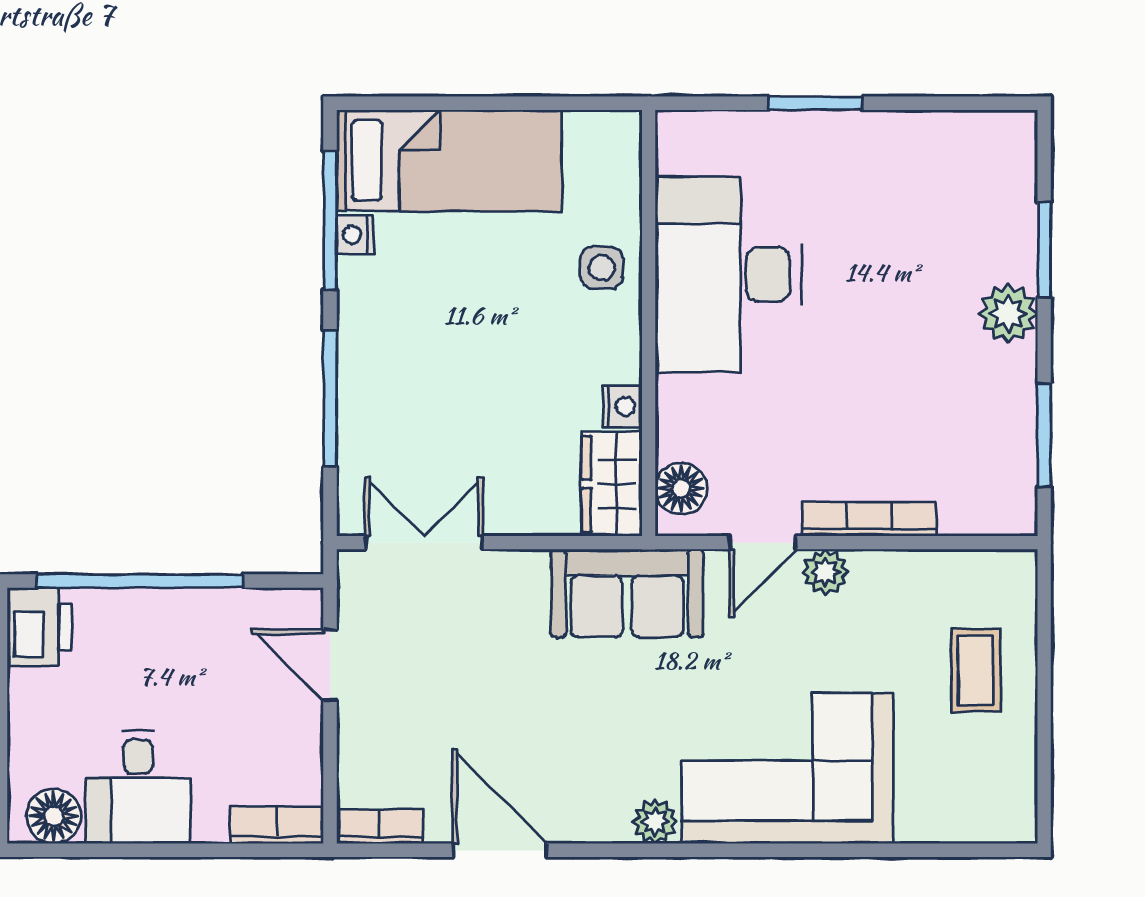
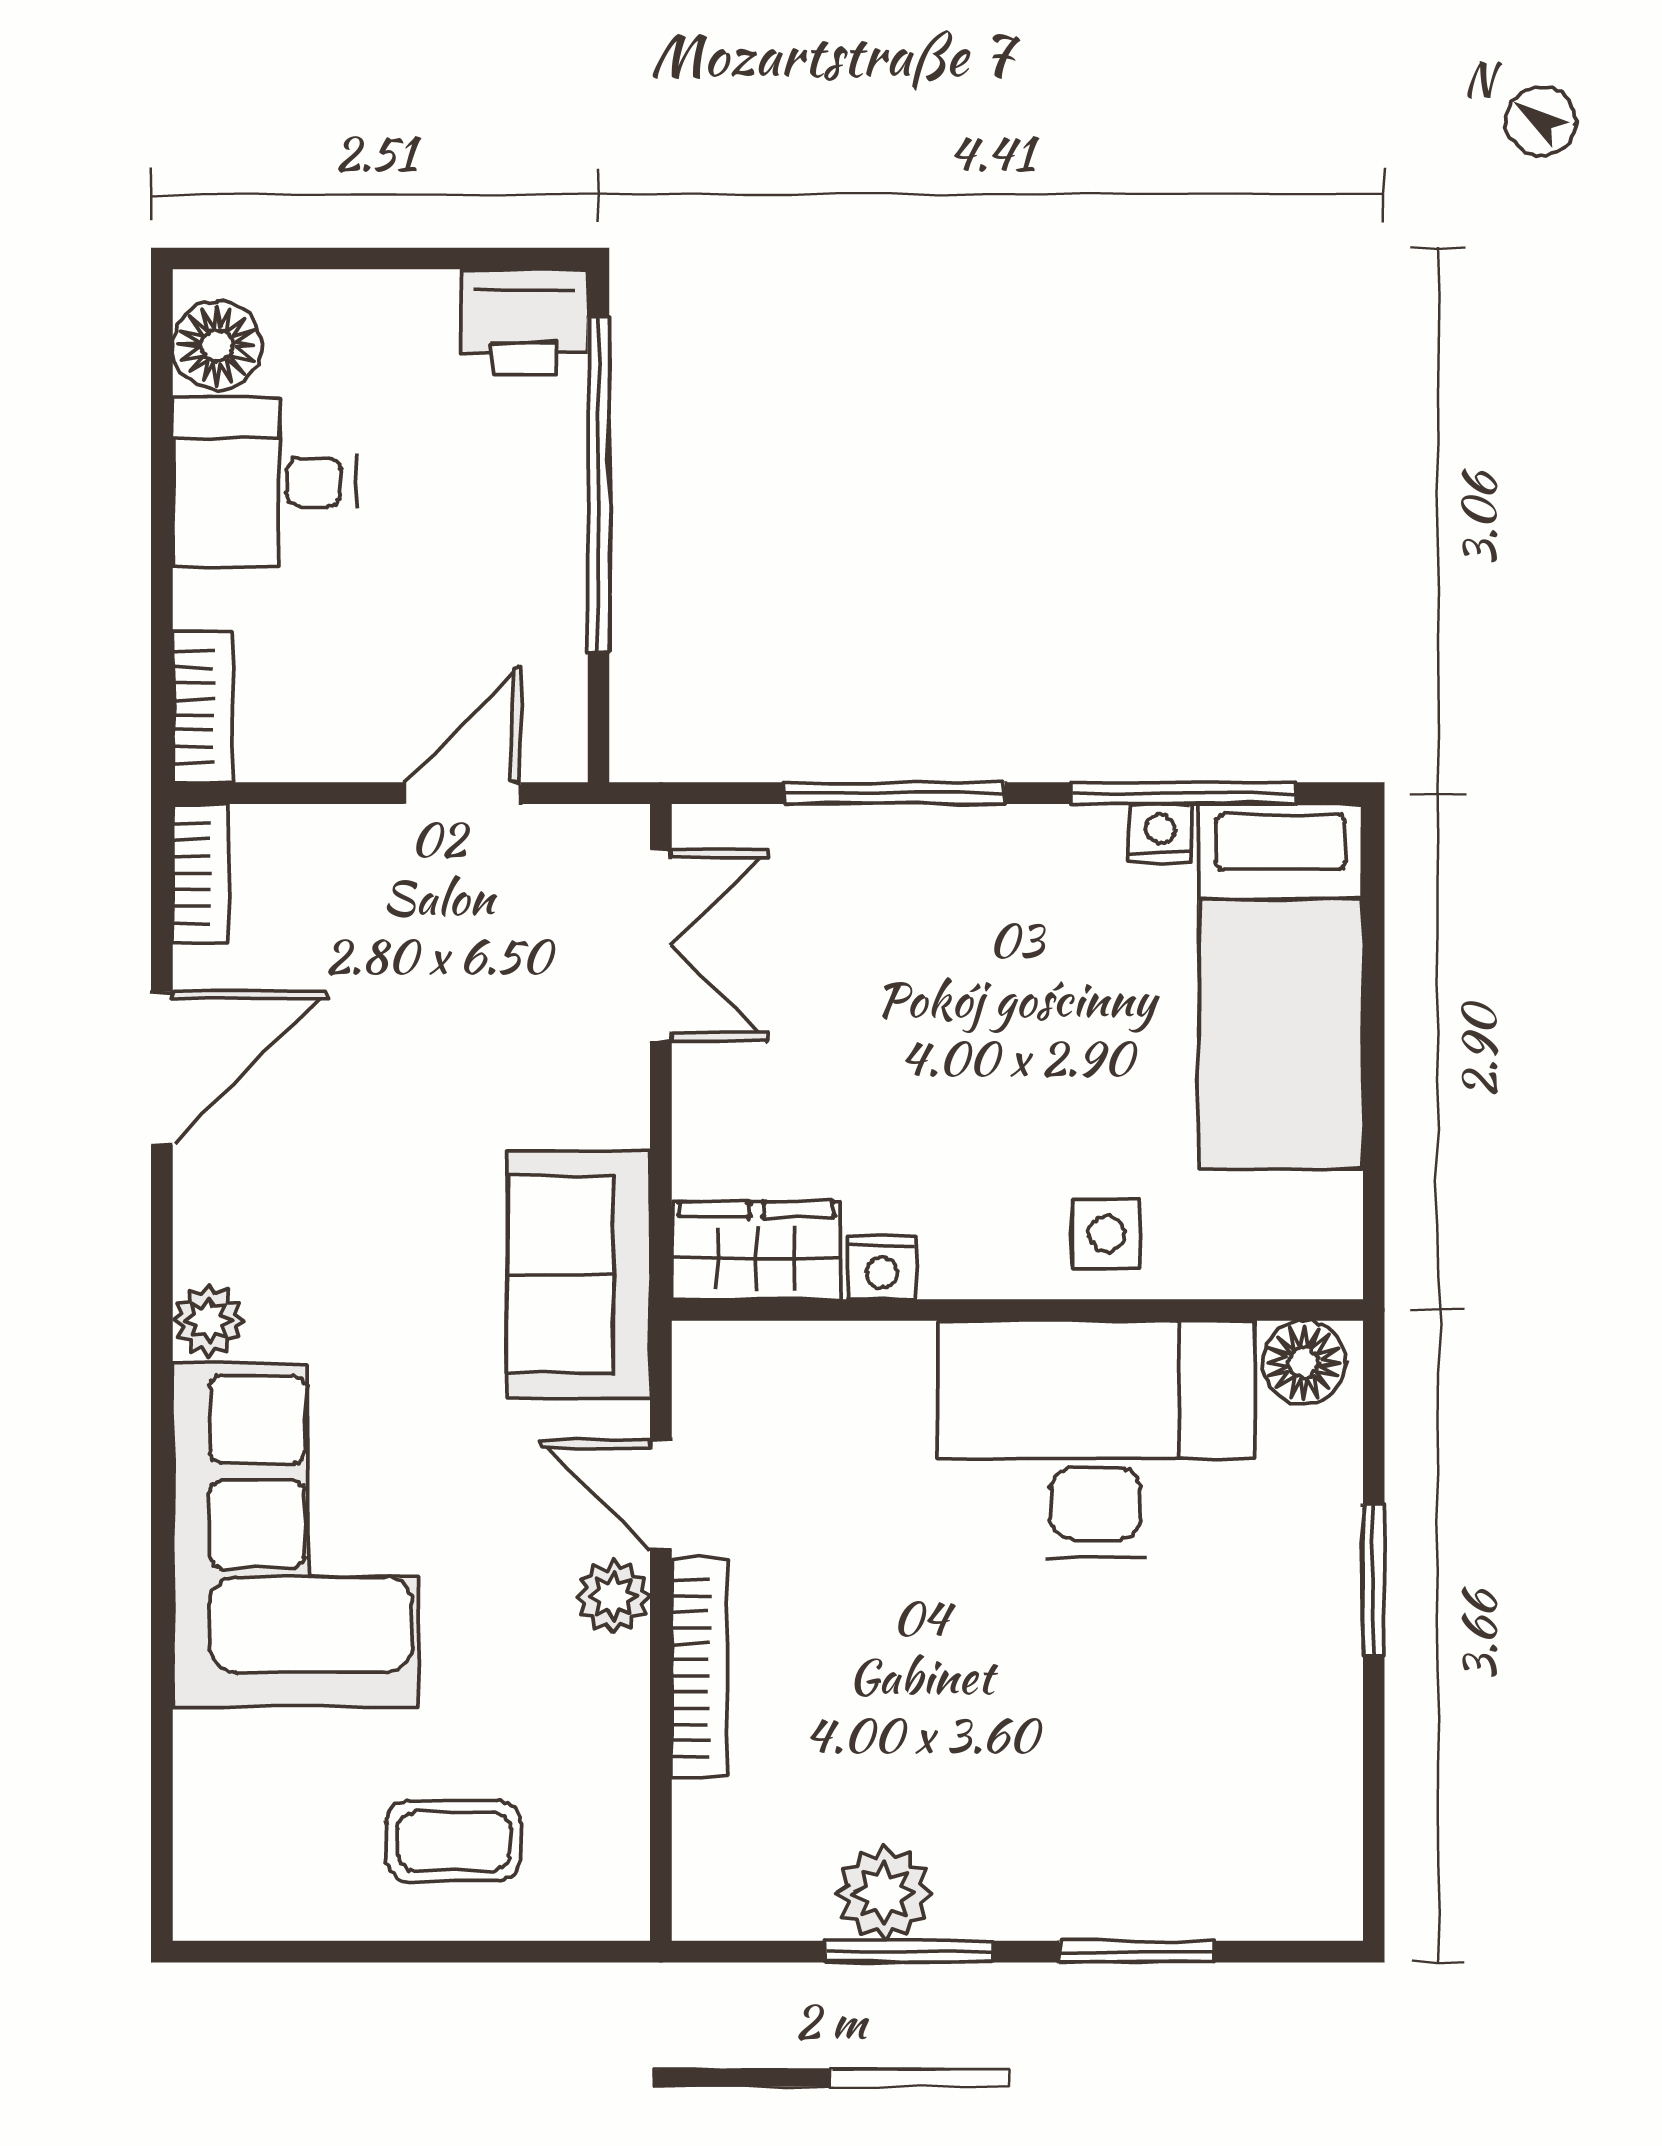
plant: (1008, 314) -> (884, 1893), moved
window: (1044, 435) -> (909, 1952), moved
floor lamp: (681, 489) -> (1304, 1363), moved

